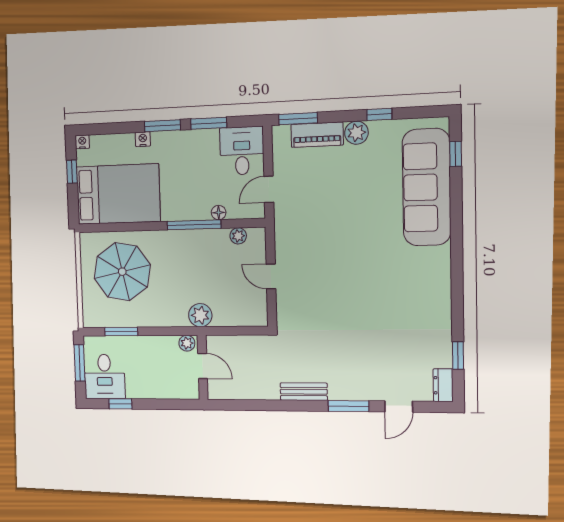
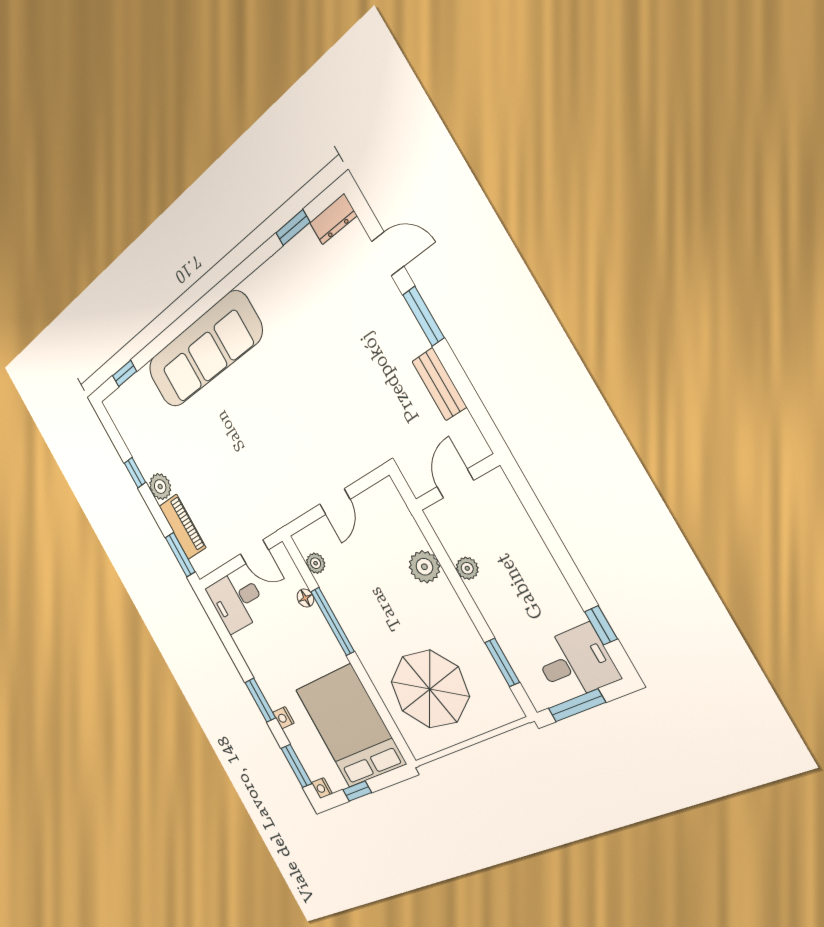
window: (209, 123) -> (296, 766), moved
sofa: (427, 187) -> (204, 350), moved
door: (203, 366) -> (455, 484), moved
wall: (203, 367) -> (457, 483), moved

